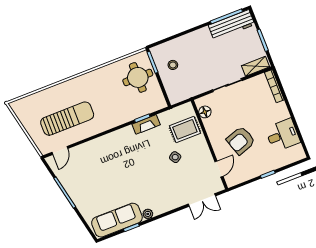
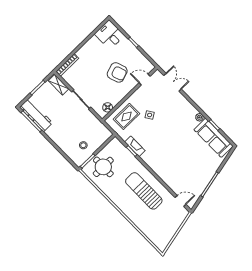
sun lounger: (67, 119) -> (144, 191), moved
rug: (185, 129) -> (126, 116), turned 90
desk: (283, 135) -> (109, 35), moved

